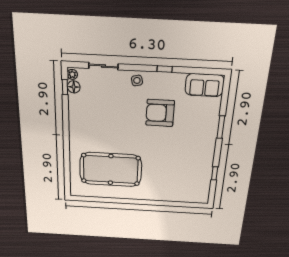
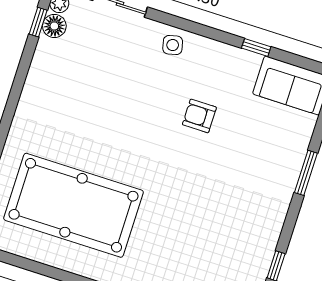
window: (165, 69) -> (256, 47), moved
armchair: (160, 113) -> (199, 116), width x0.53, depth x0.53

